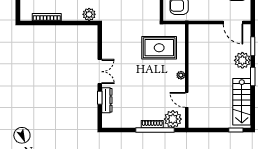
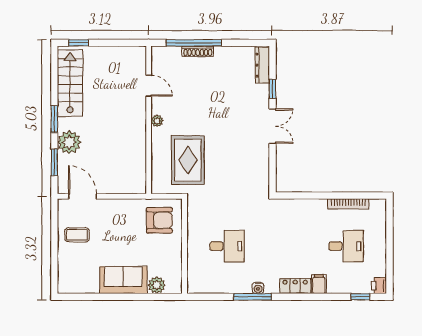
plant: (89, 14) -> (288, 208), removed
rug: (159, 48) -> (188, 160), turned 90
double door: (100, 72) -> (273, 126), swing flipped
dresser: (107, 100) -> (262, 65), moved
plant: (173, 119) -> (168, 58), removed

